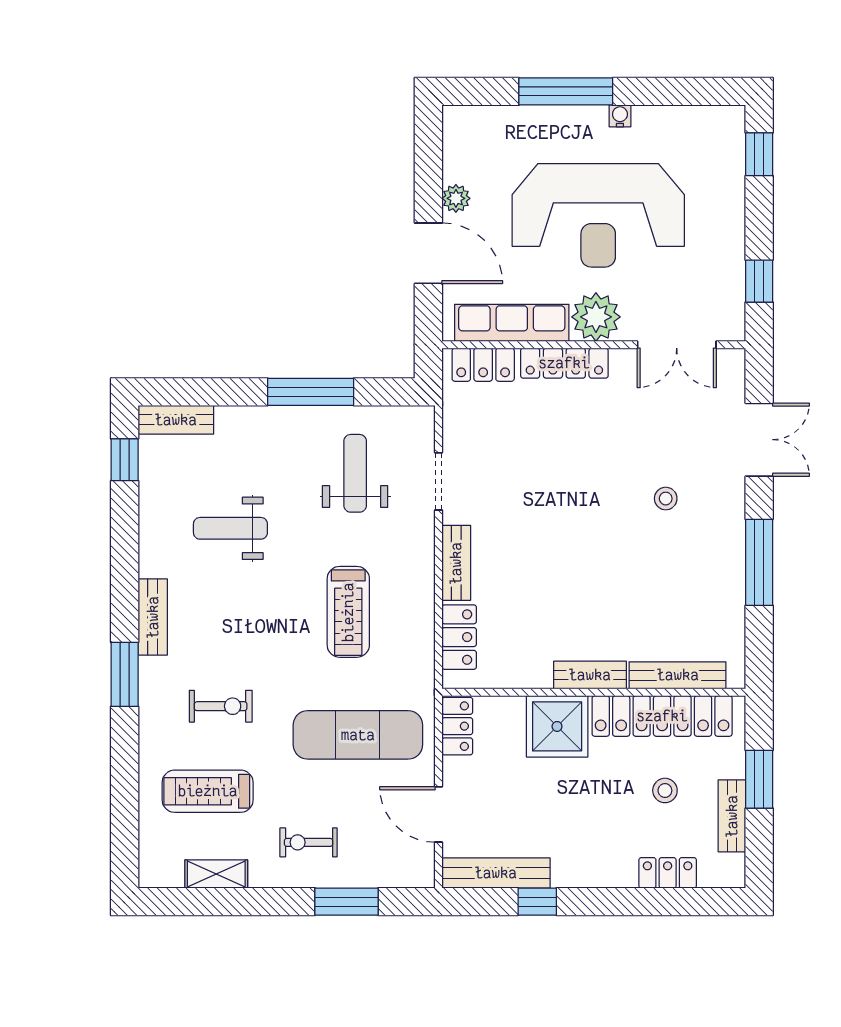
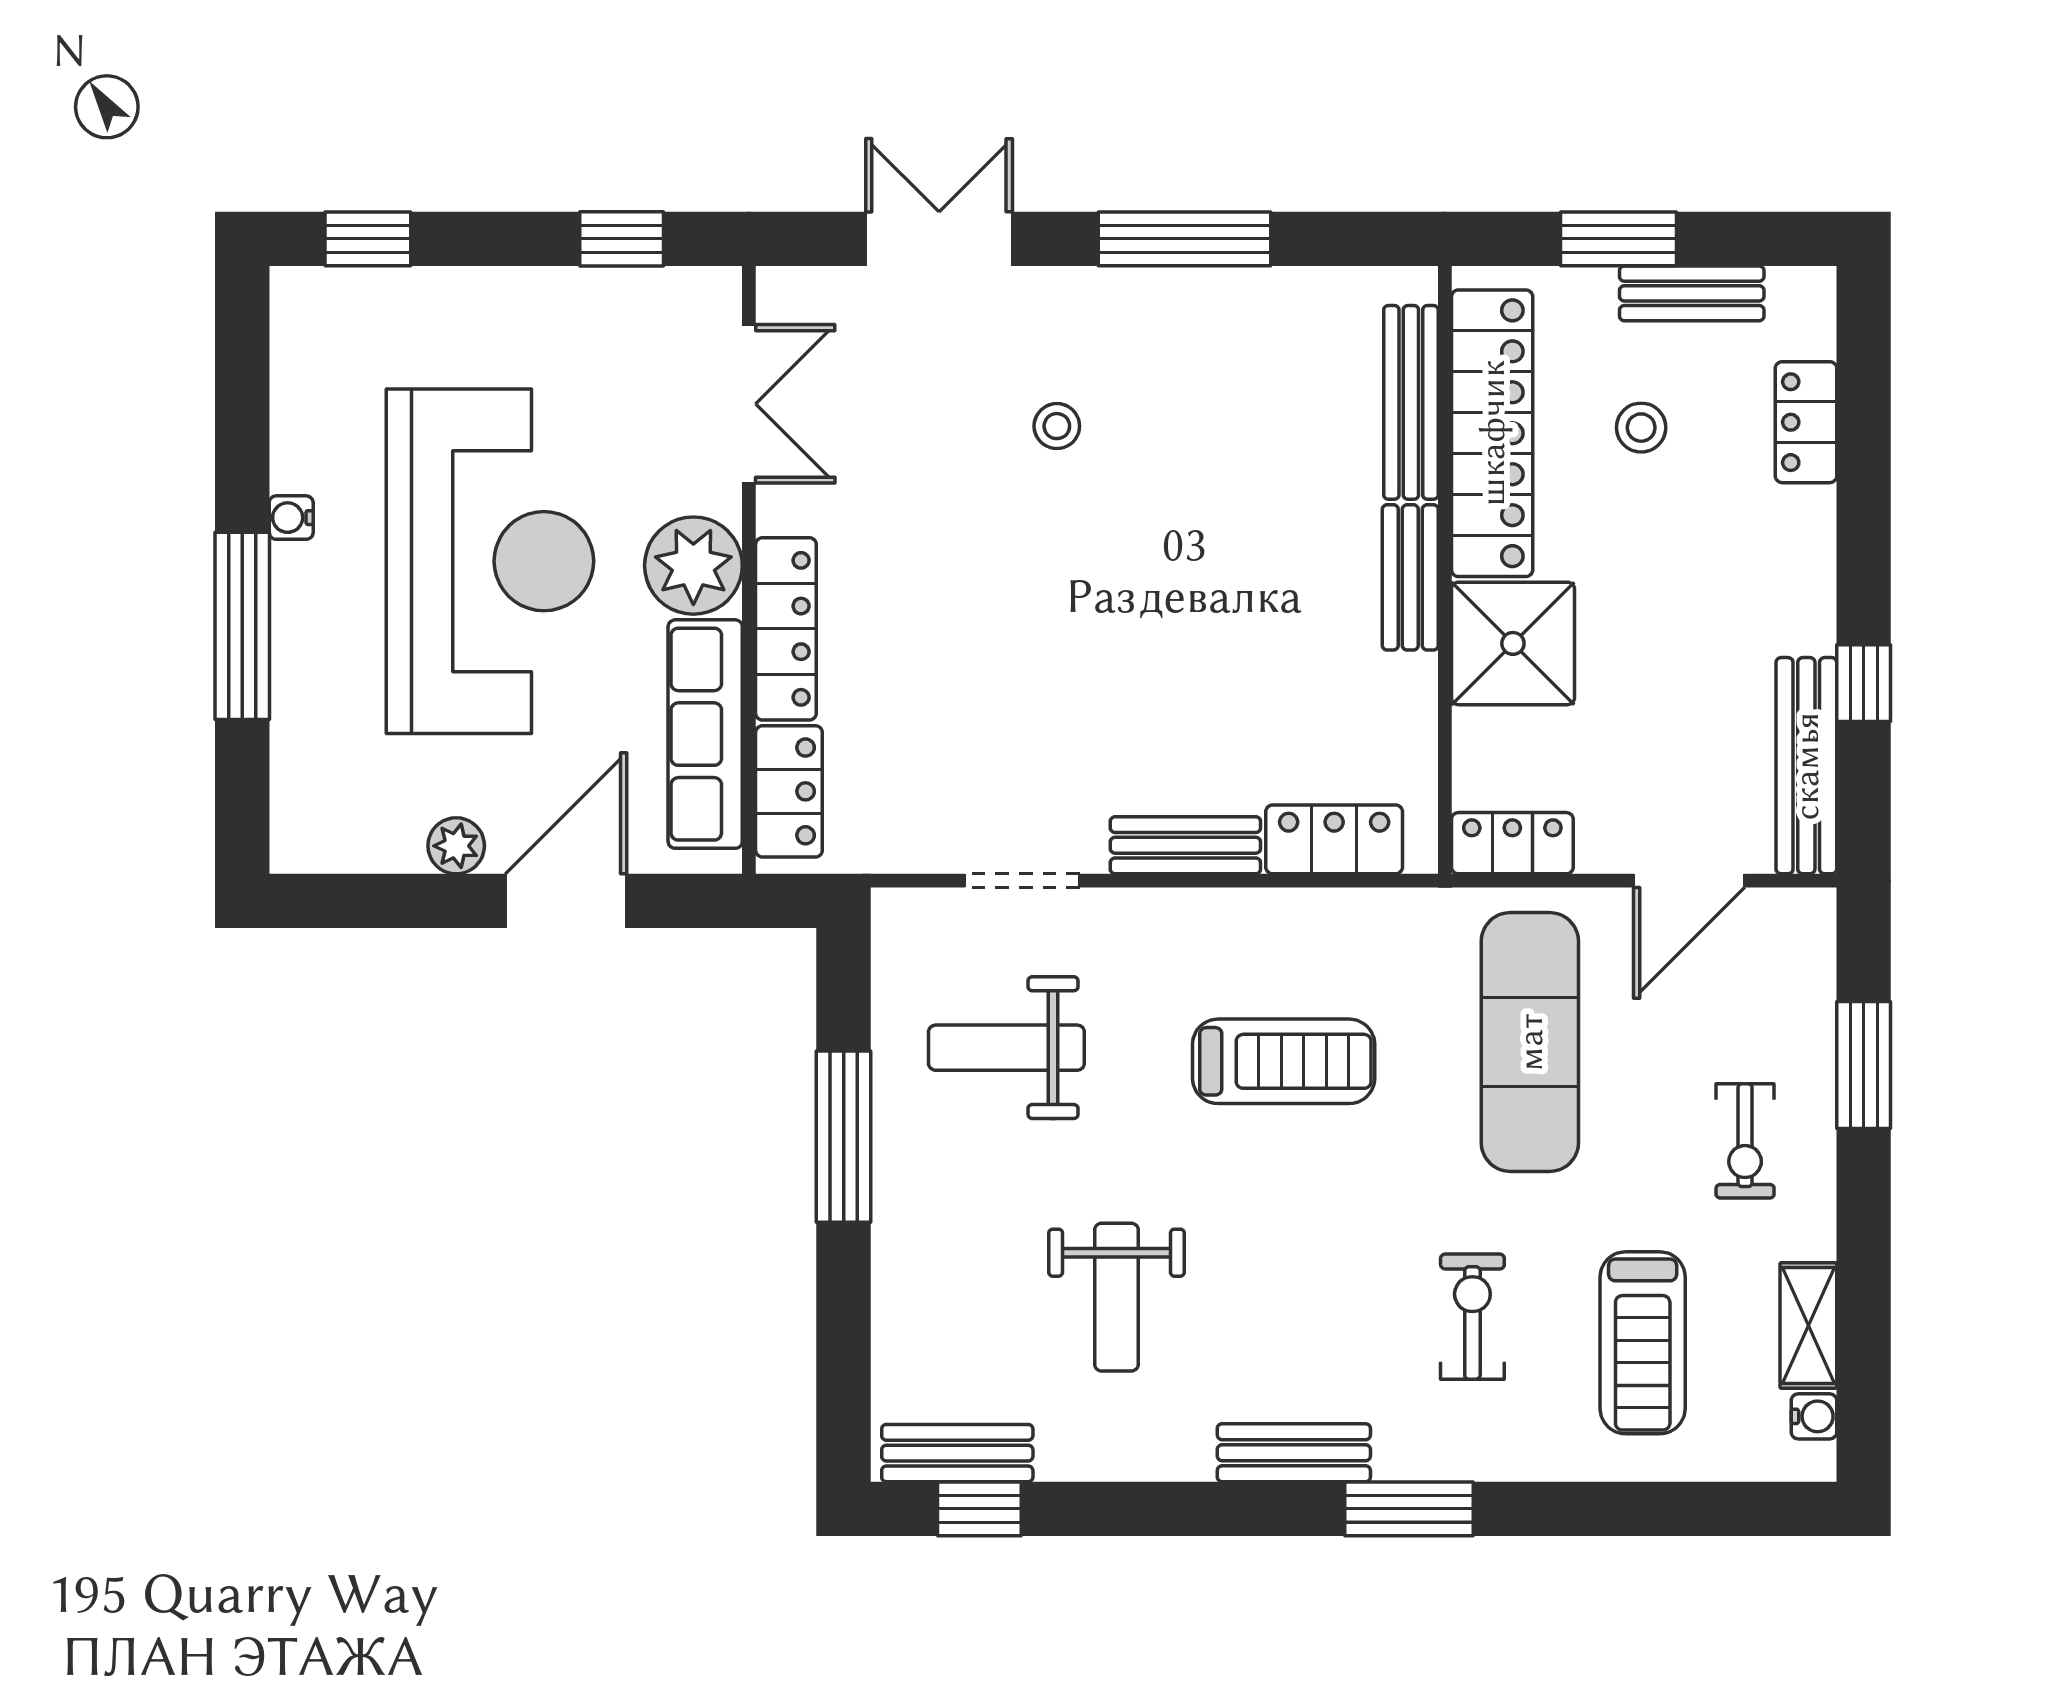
bench: (176, 420) -> (957, 1453), moved, turned 90
water cooler: (171, 877) -> (1814, 1416), added

